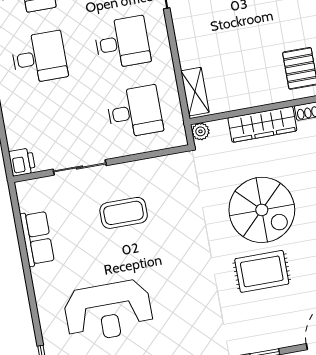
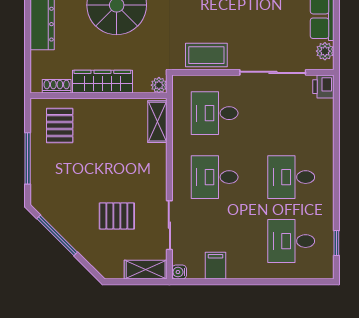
sliding door: (80, 167) -> (273, 72), width x1.37
plant: (27, 201) -> (325, 51), added
coffee table: (124, 213) -> (206, 55), moved

